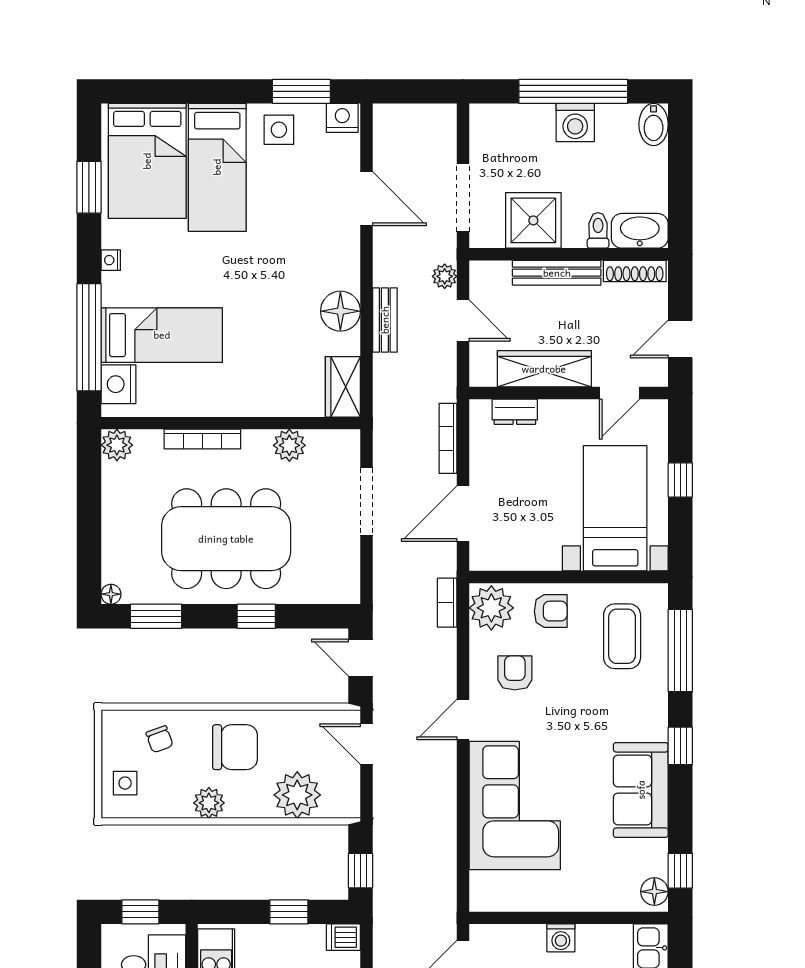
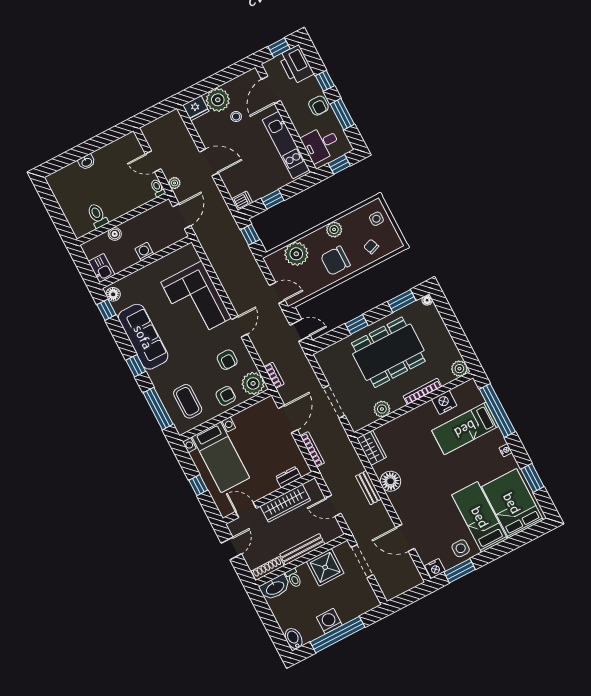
plant: (445, 276) -> (352, 521), removed
nightstand: (118, 384) -> (444, 402), moved, turned -90
door: (619, 393) -> (246, 510), hinge flipped
armchair: (551, 611) -> (226, 396), turned 180
sofa: (641, 790) -> (143, 337), width x1.36

